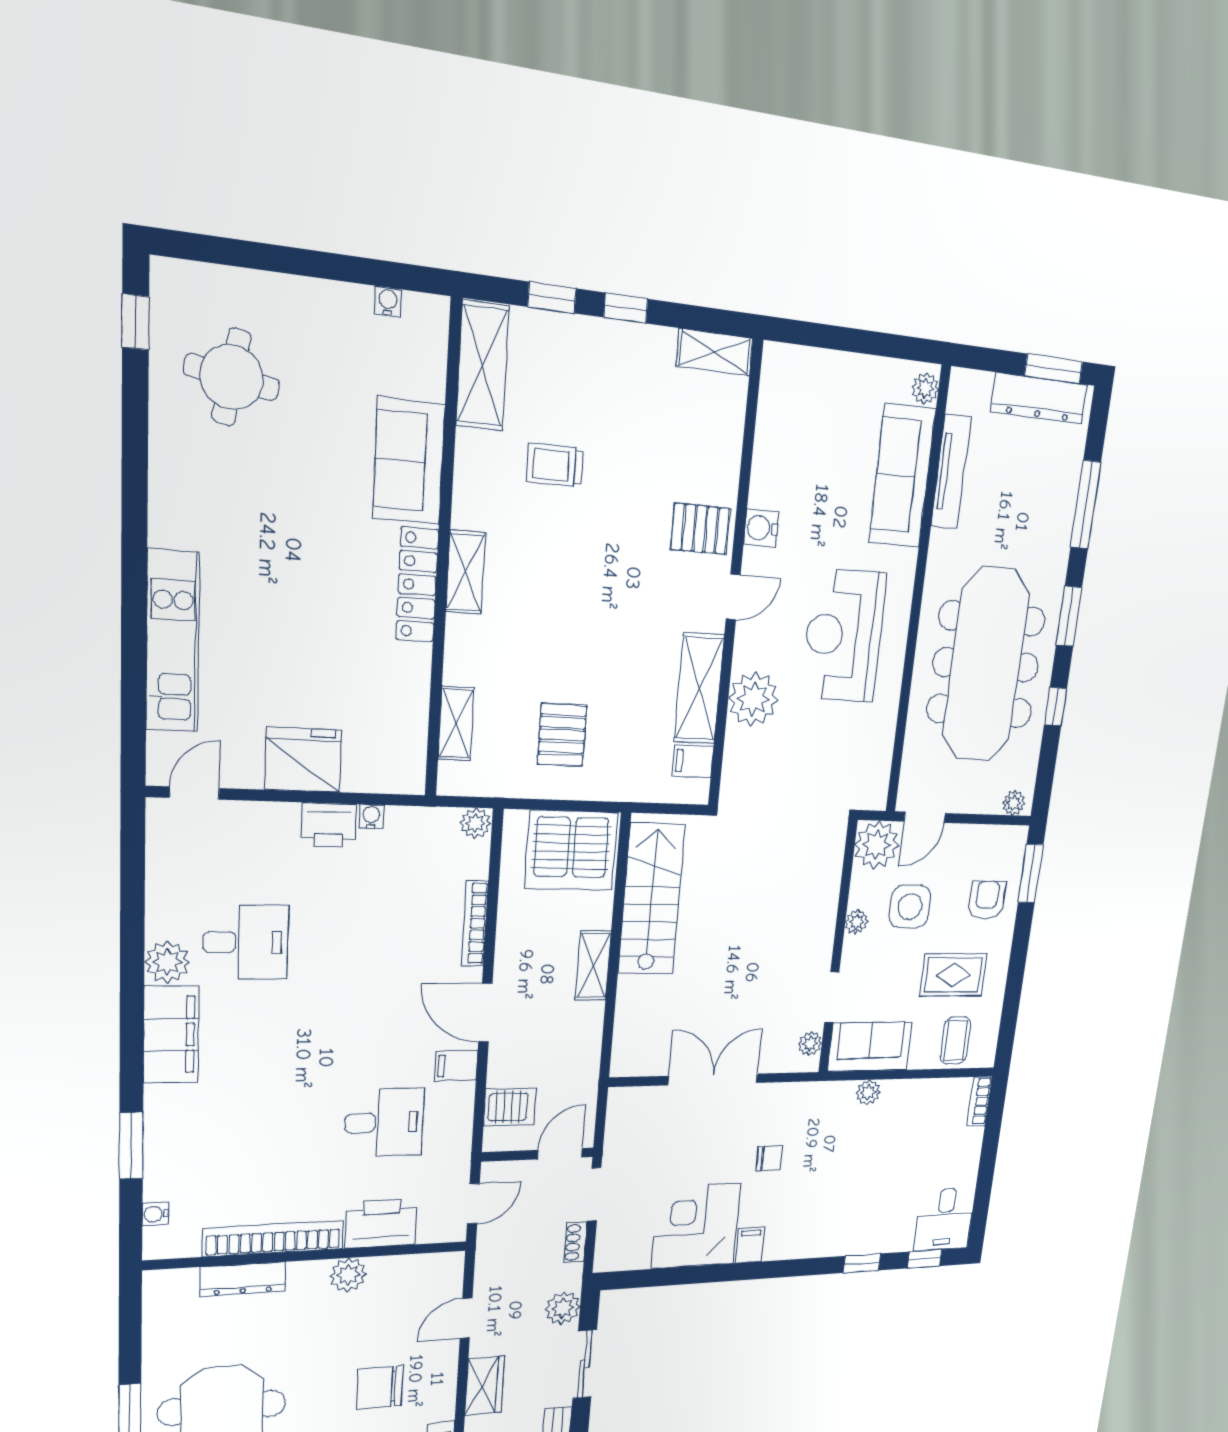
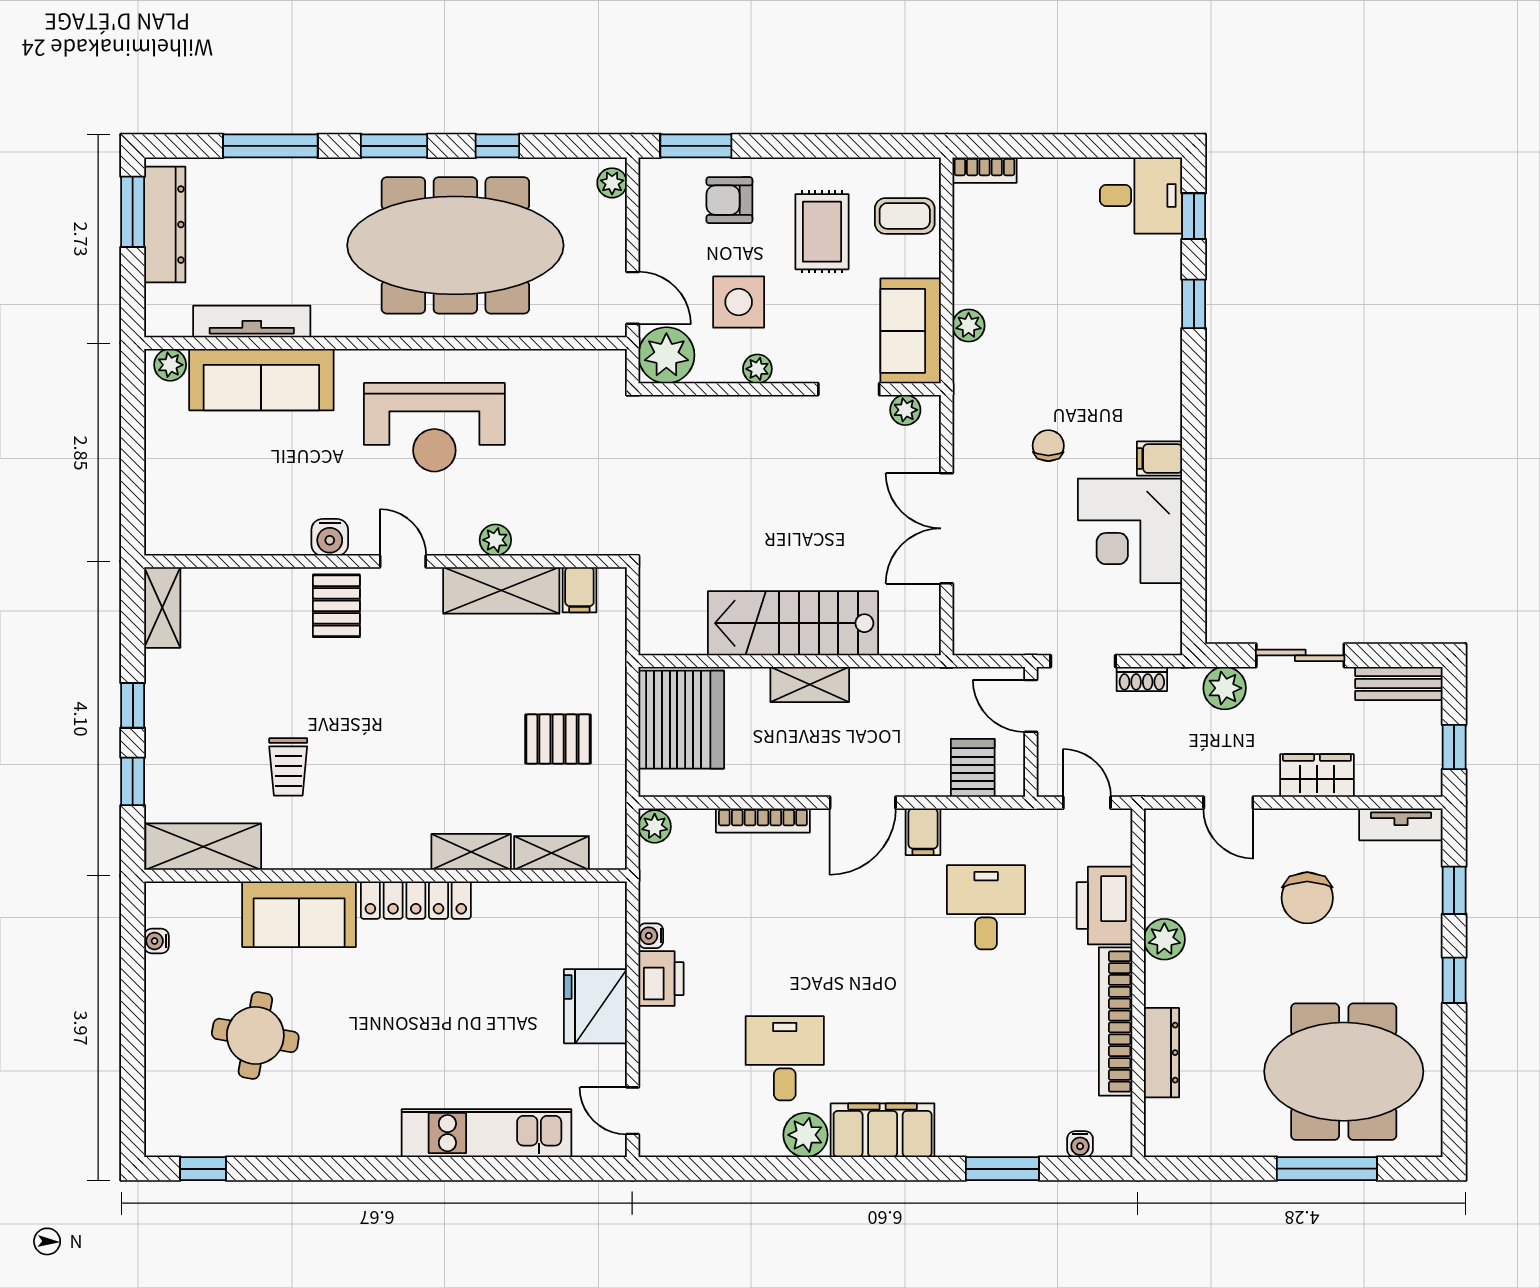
round table: (232, 377) -> (255, 1035), moved
shelving: (466, 572) -> (471, 852), moved
plant: (753, 699) -> (495, 540), width x0.53, depth x0.53
stairs: (652, 899) -> (793, 623), moved

